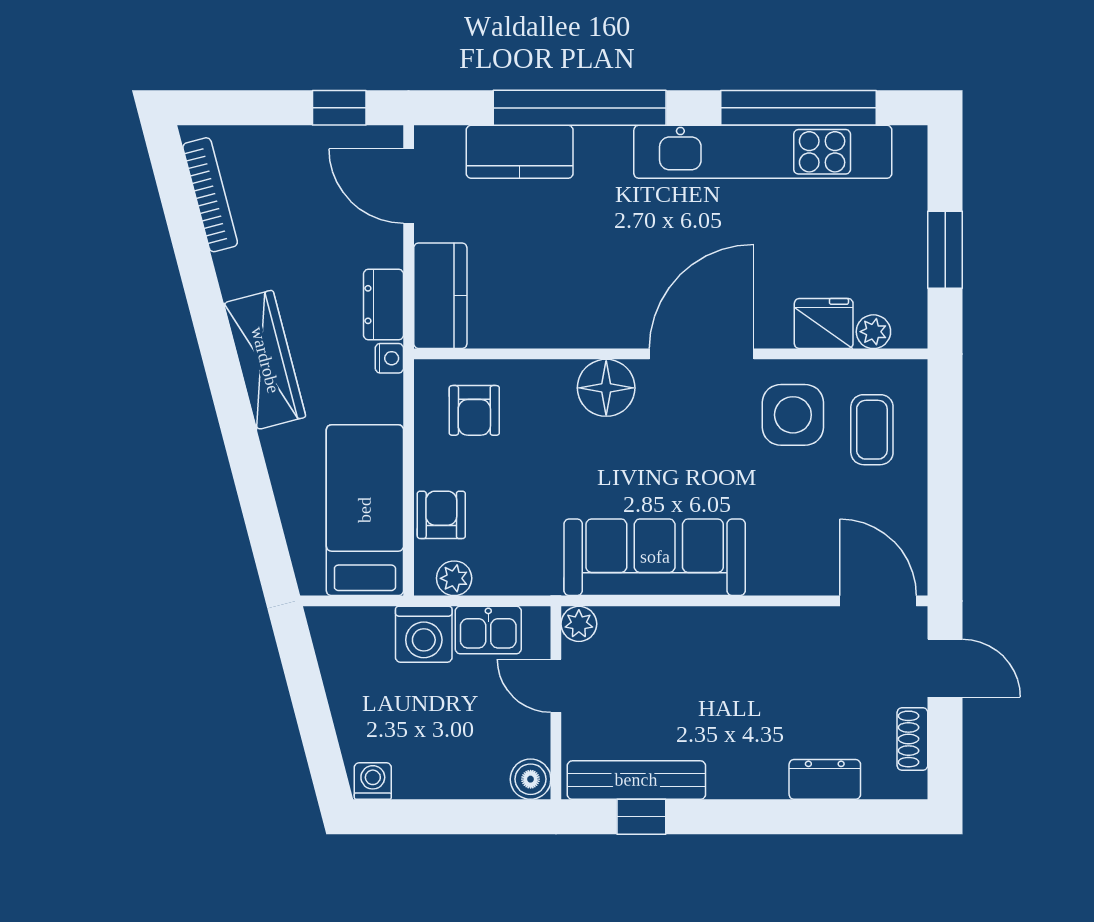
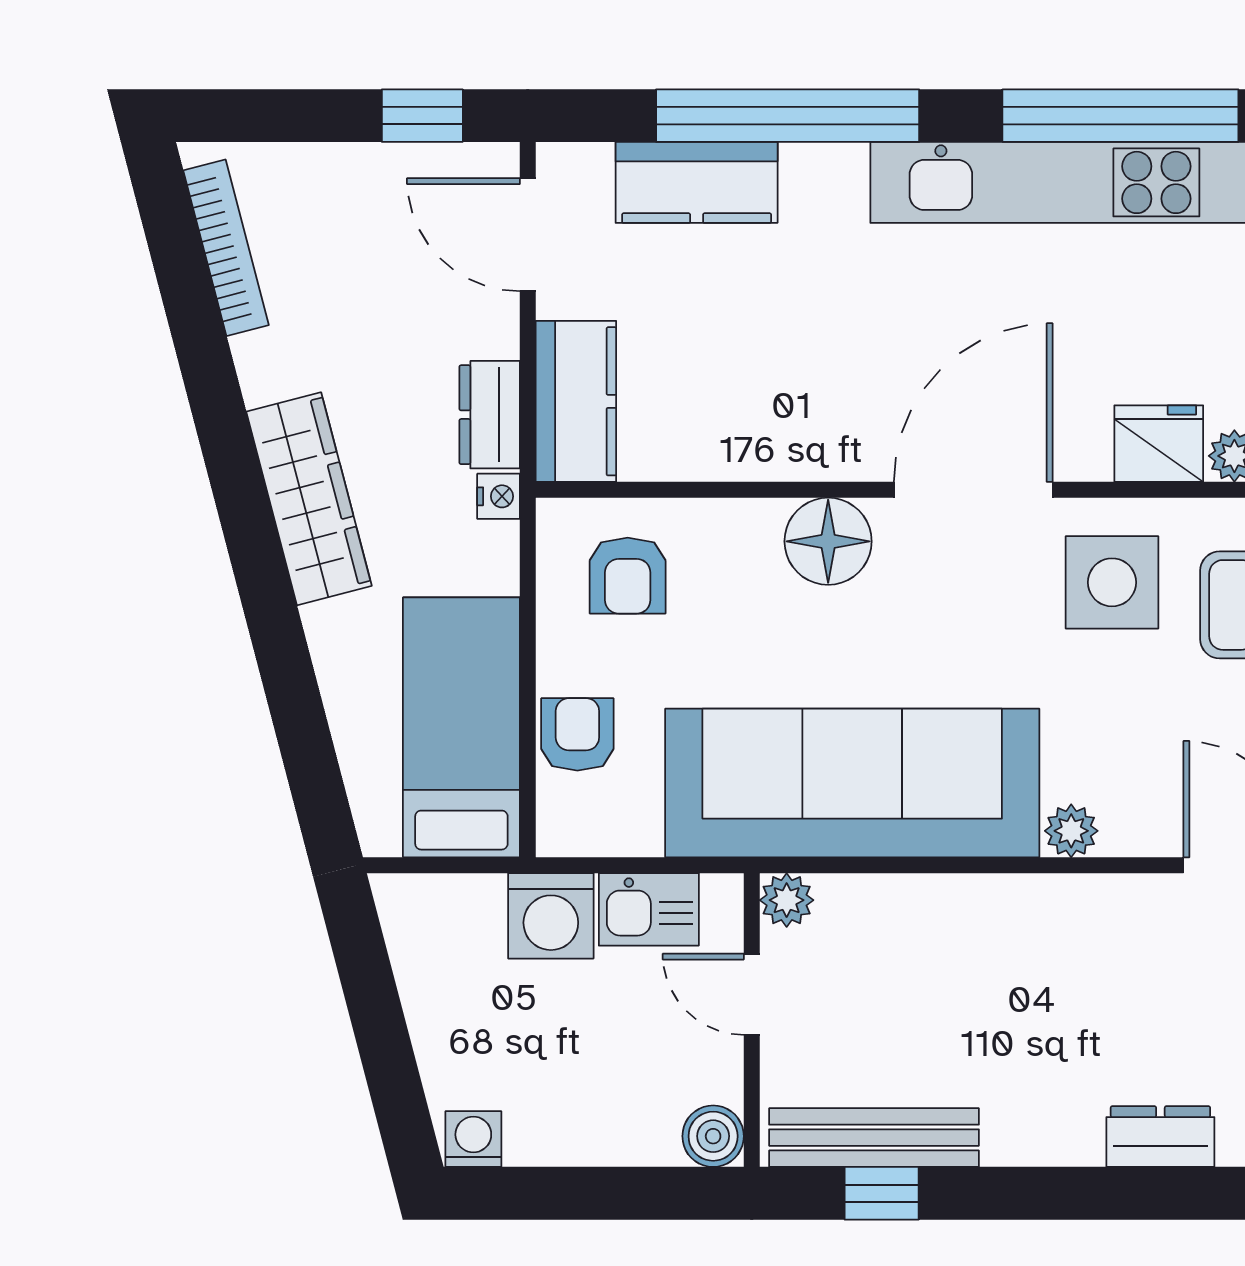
sofa: (655, 557) -> (852, 783), width x1.36, depth x1.27
plant: (454, 578) -> (1071, 831), moved

